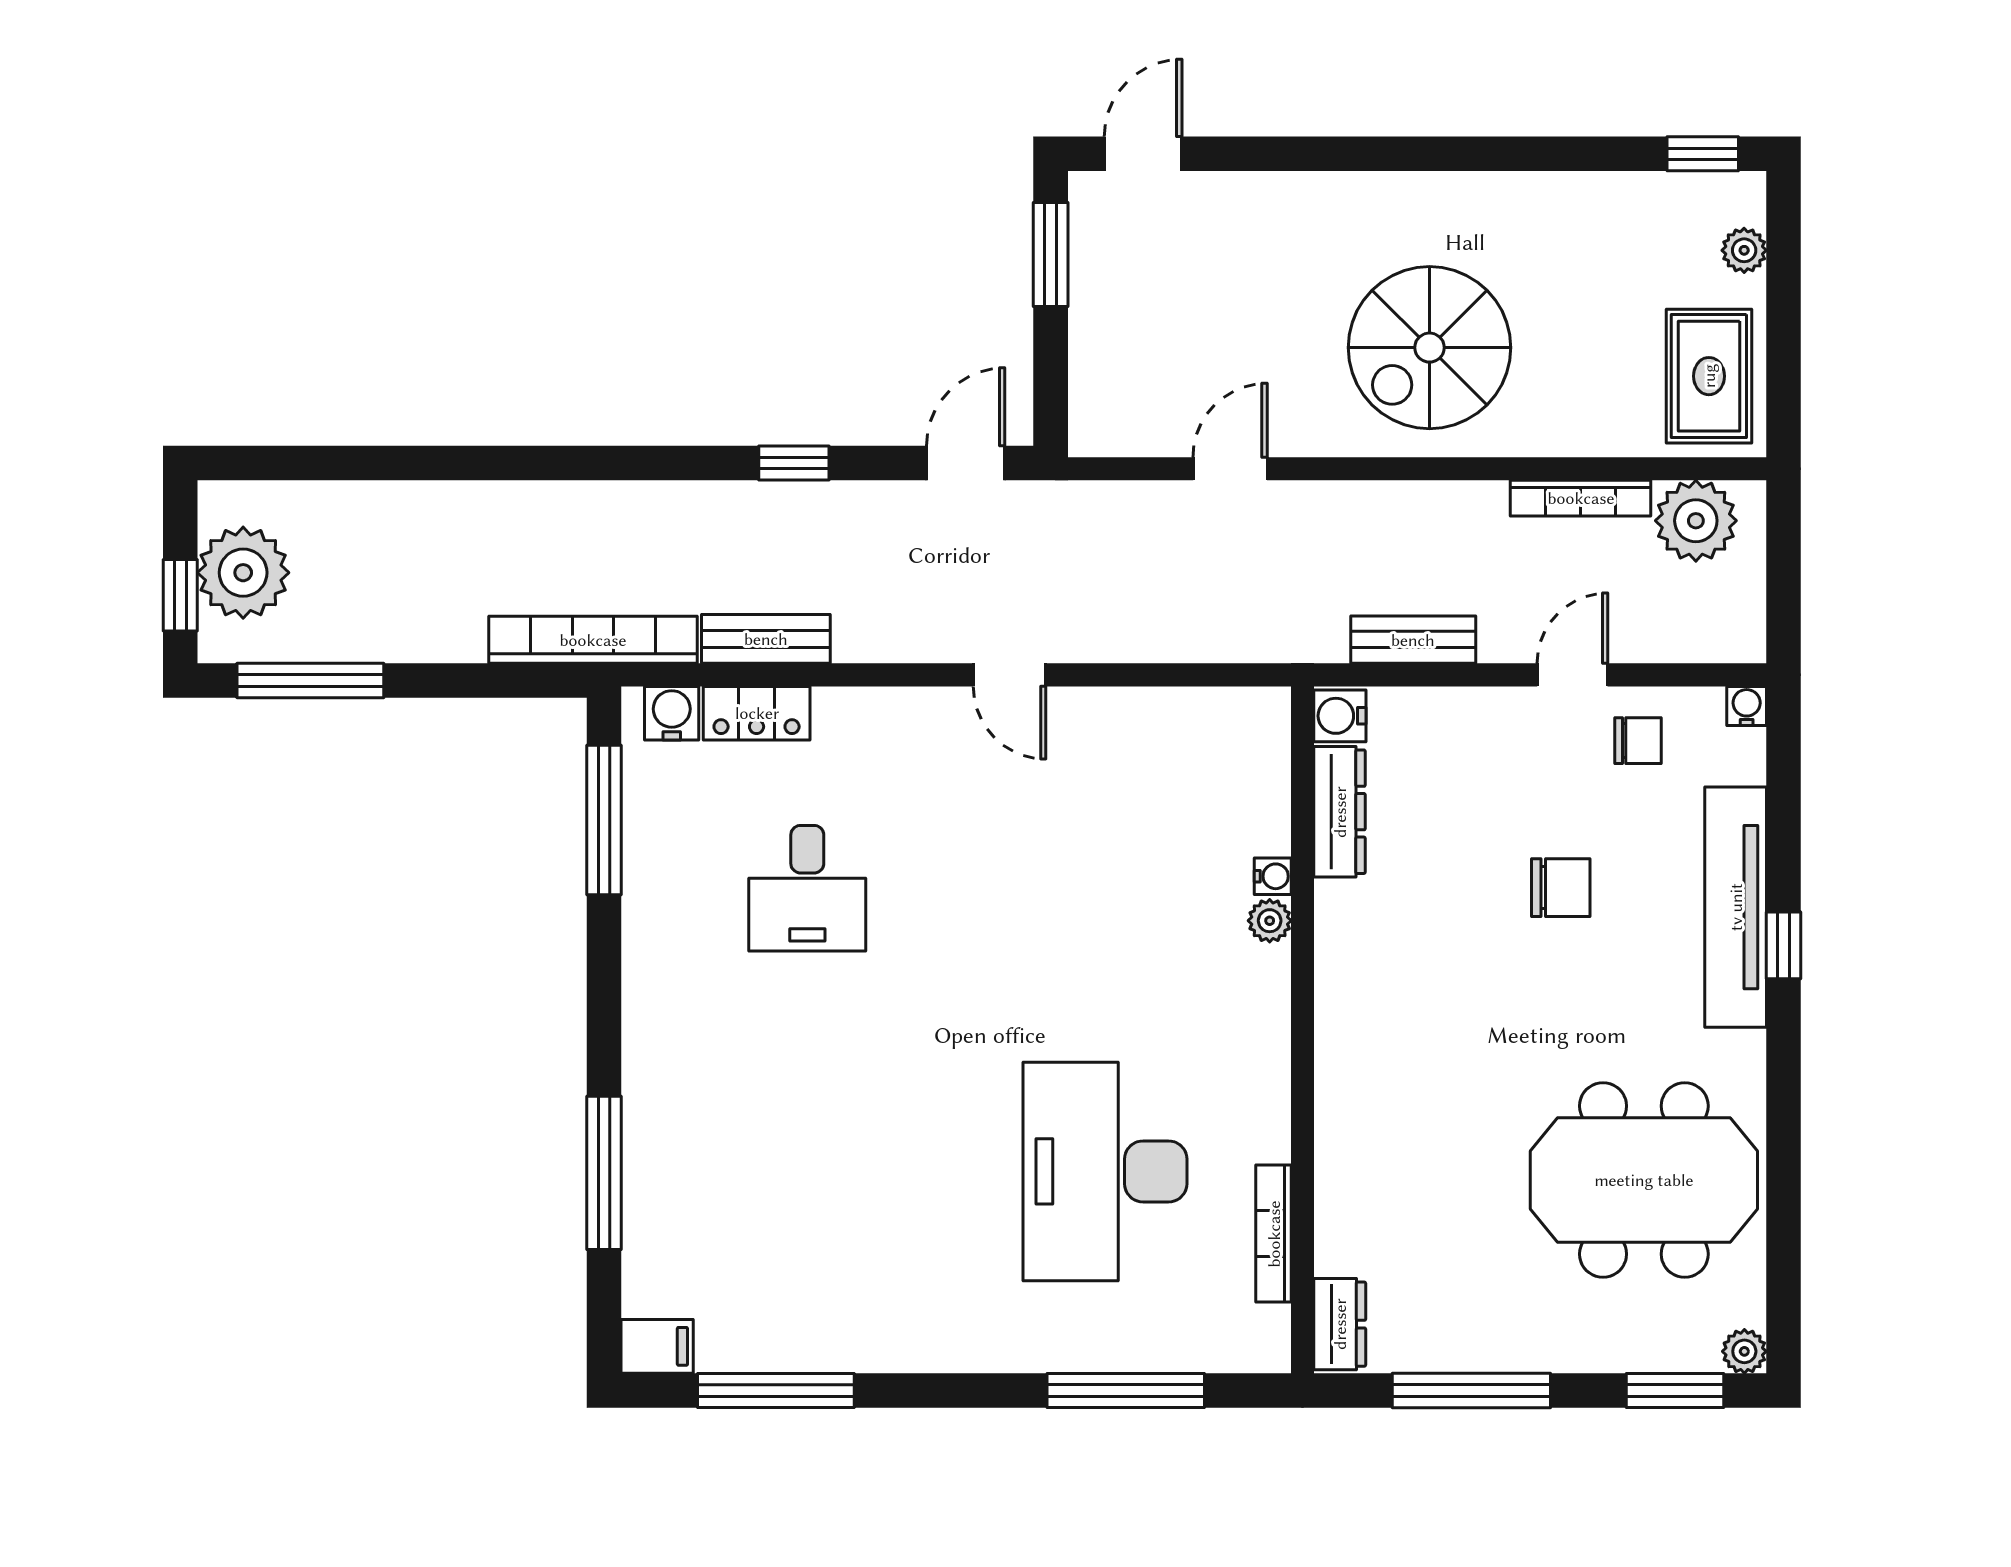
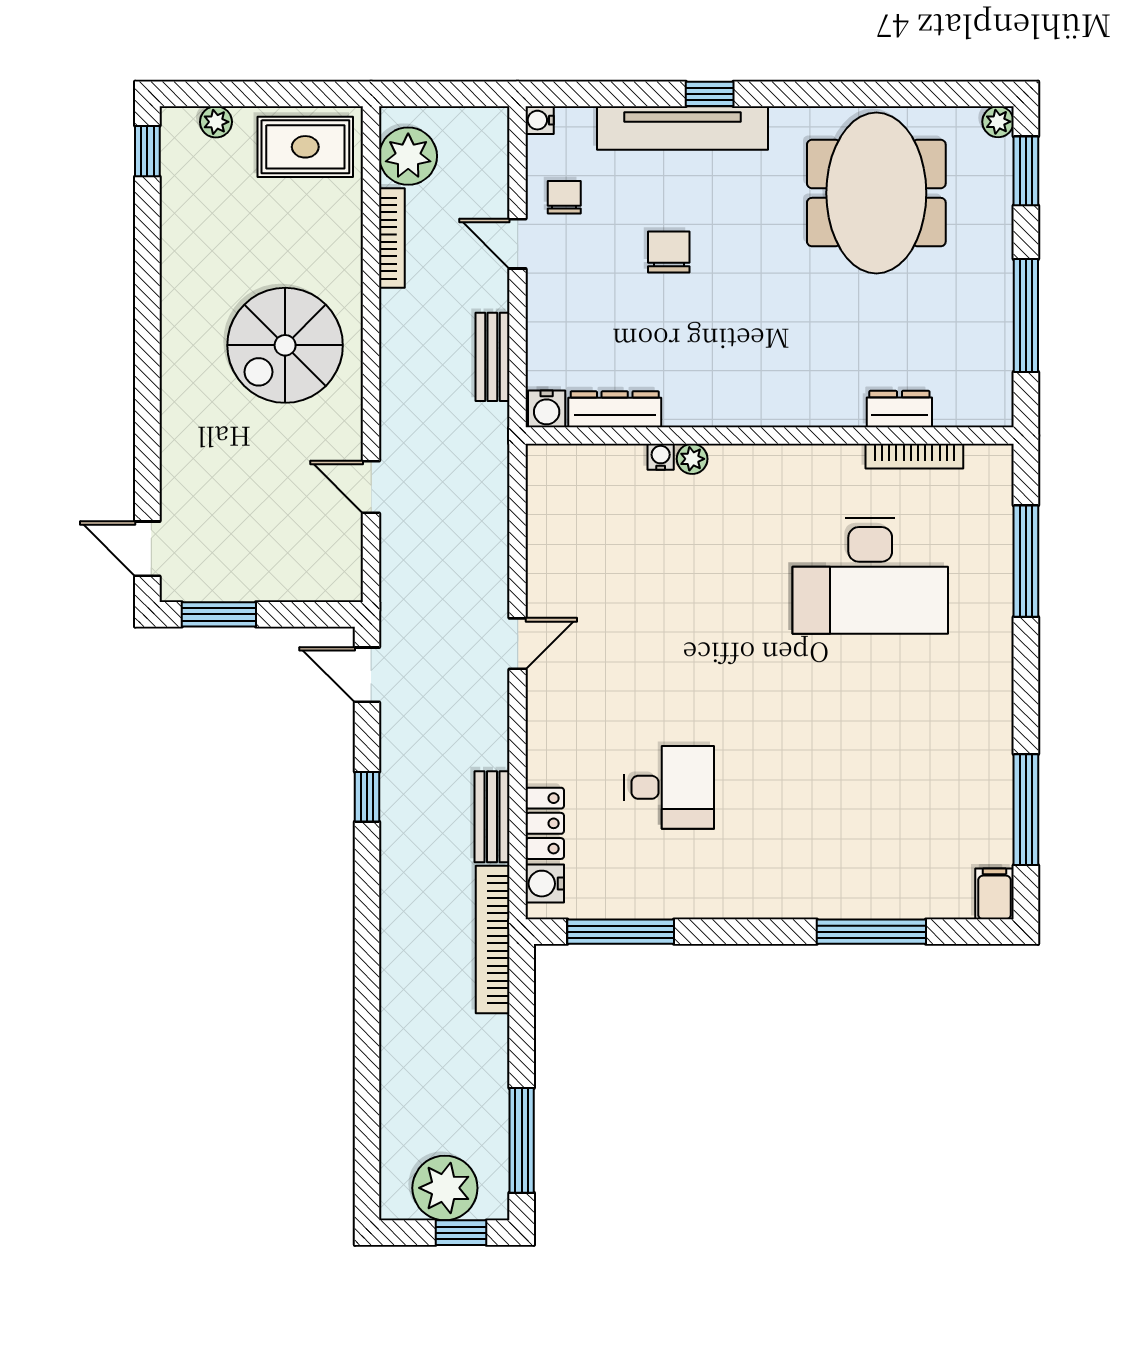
spiral stairs: (1430, 348) -> (285, 345), turned 90
dresser: (1340, 1324) -> (899, 409), moved

